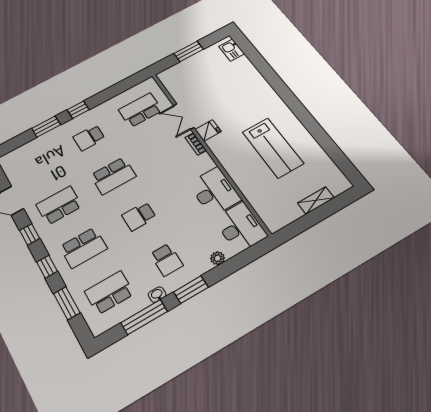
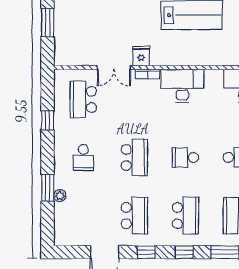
window: (78, 110) -> (48, 120), moved
plant: (44, 139) -> (60, 196), added
desk: (215, 192) -> (182, 86), moved
school desk: (59, 205) -> (134, 216), turned 180
school desk: (139, 216) -> (185, 158), turned 90

